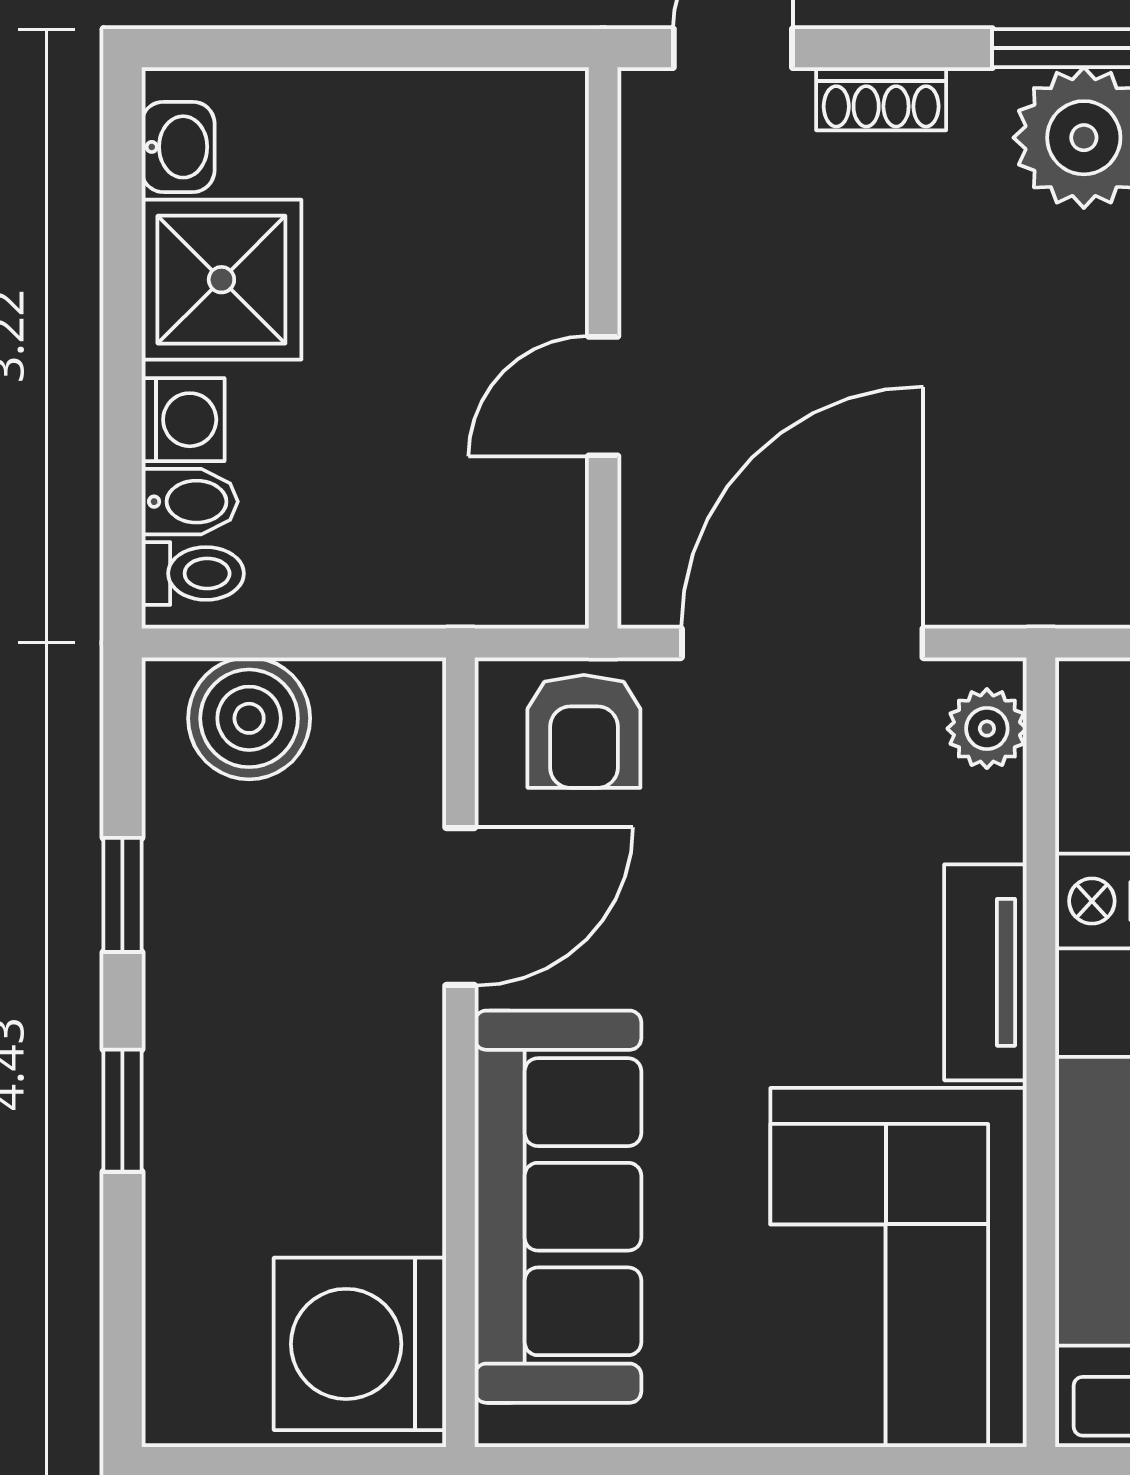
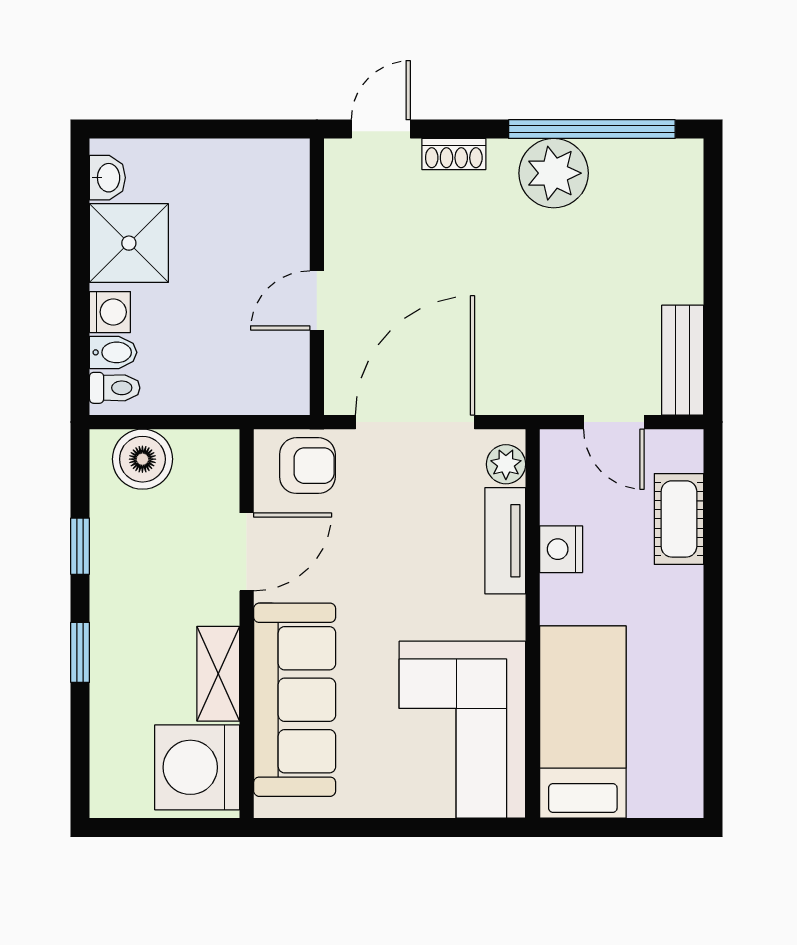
armchair: (584, 731) -> (307, 466), turned -90
tv unit: (985, 972) -> (505, 541), moved
shelving: (403, 1154) -> (218, 674), added

